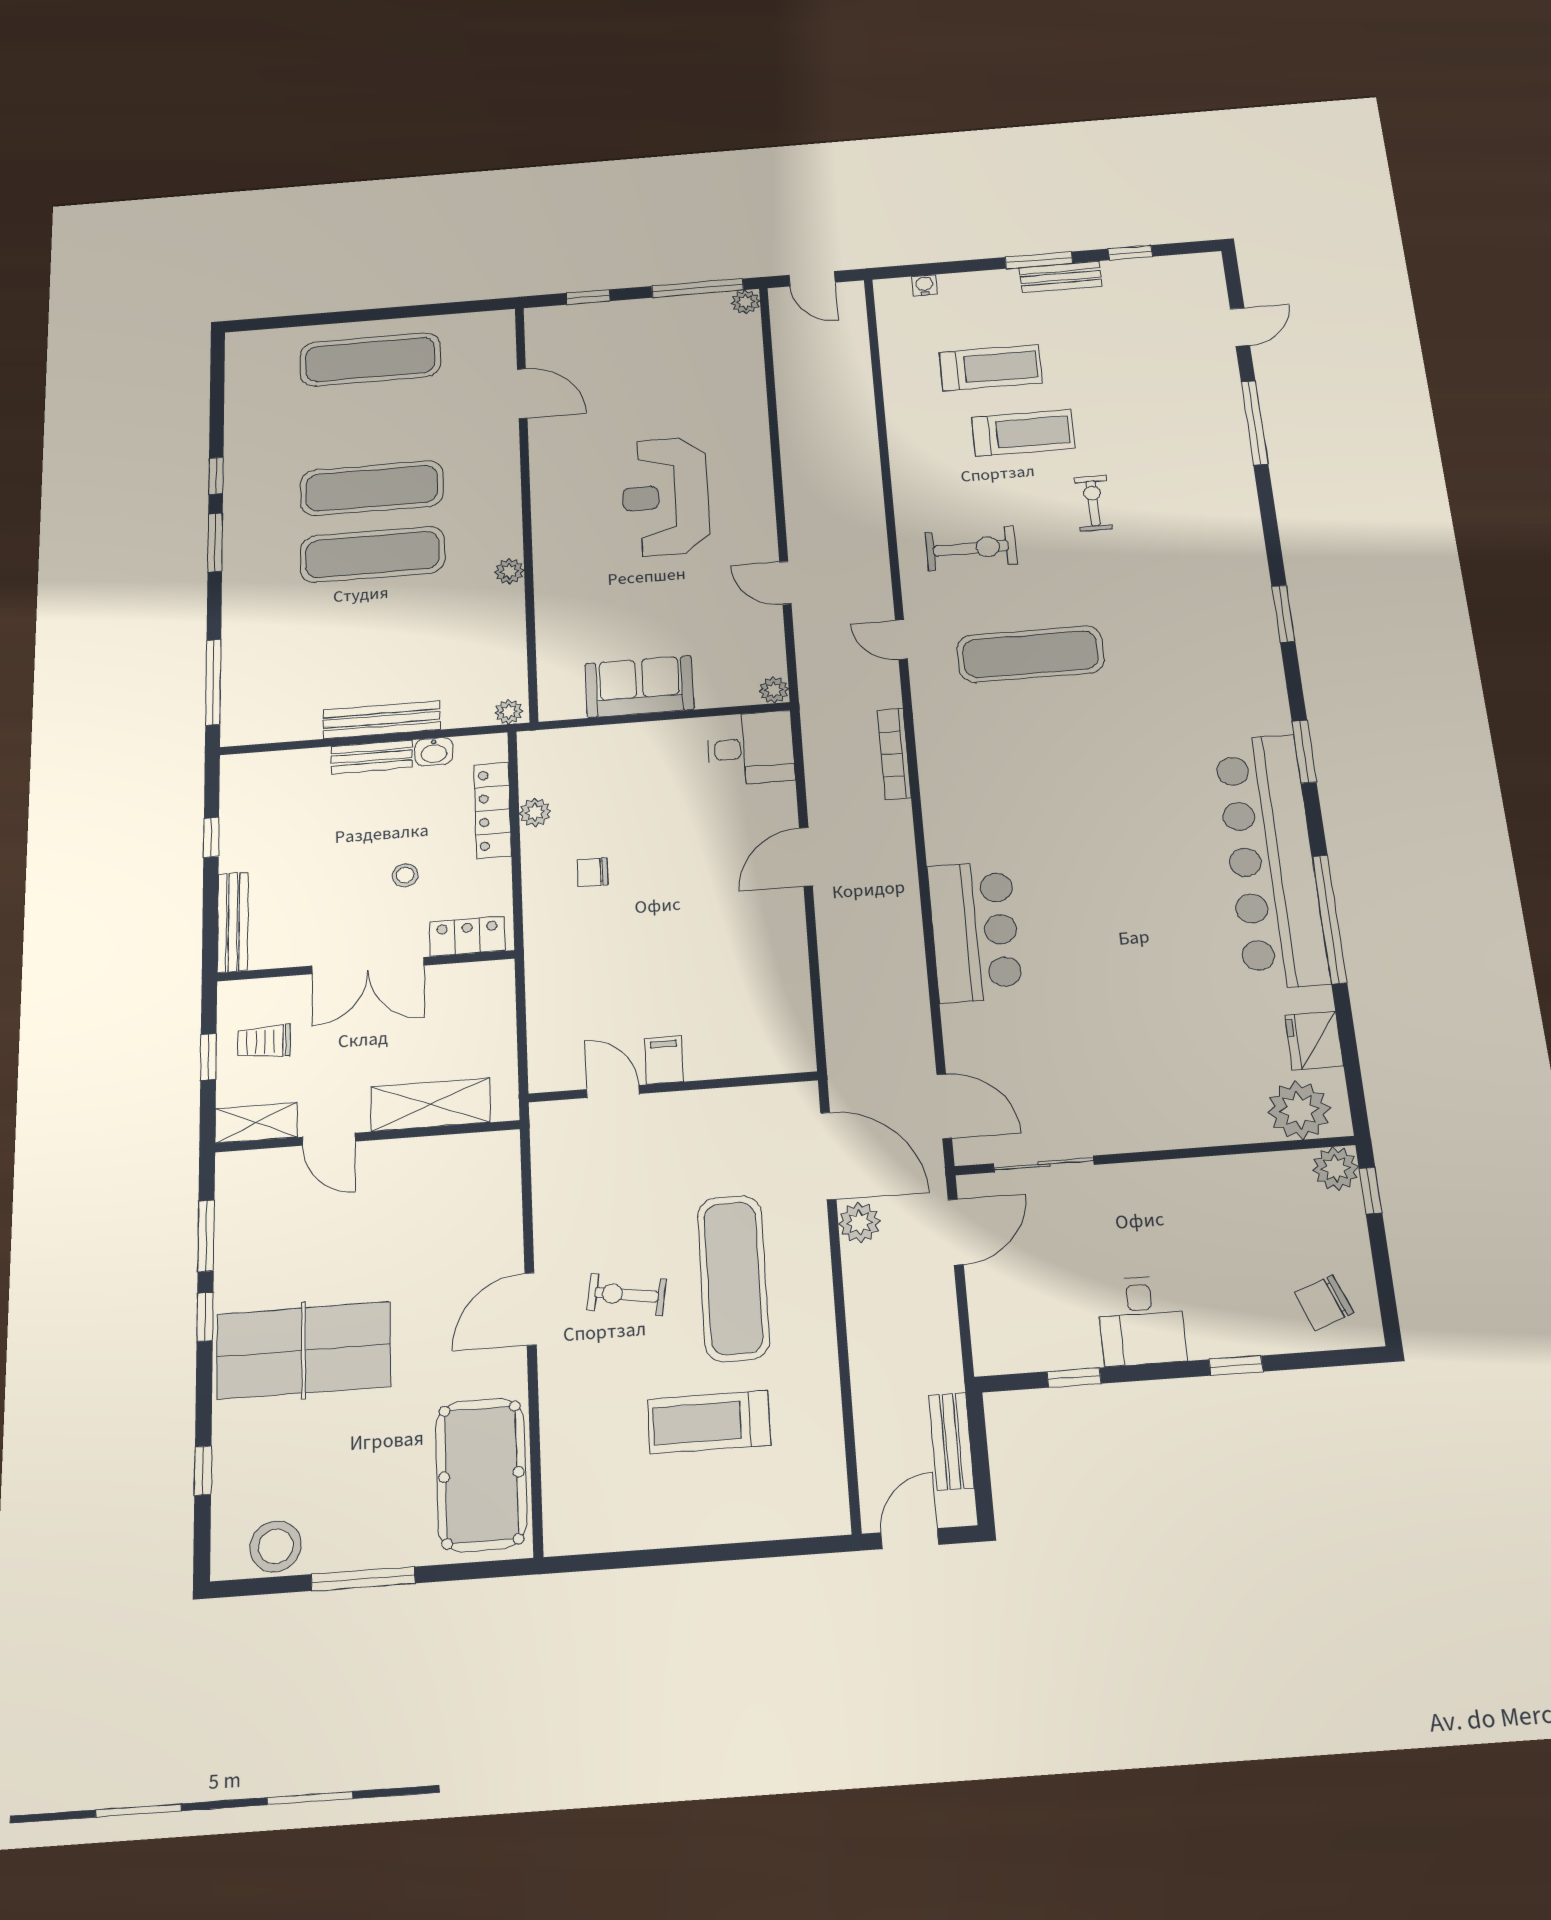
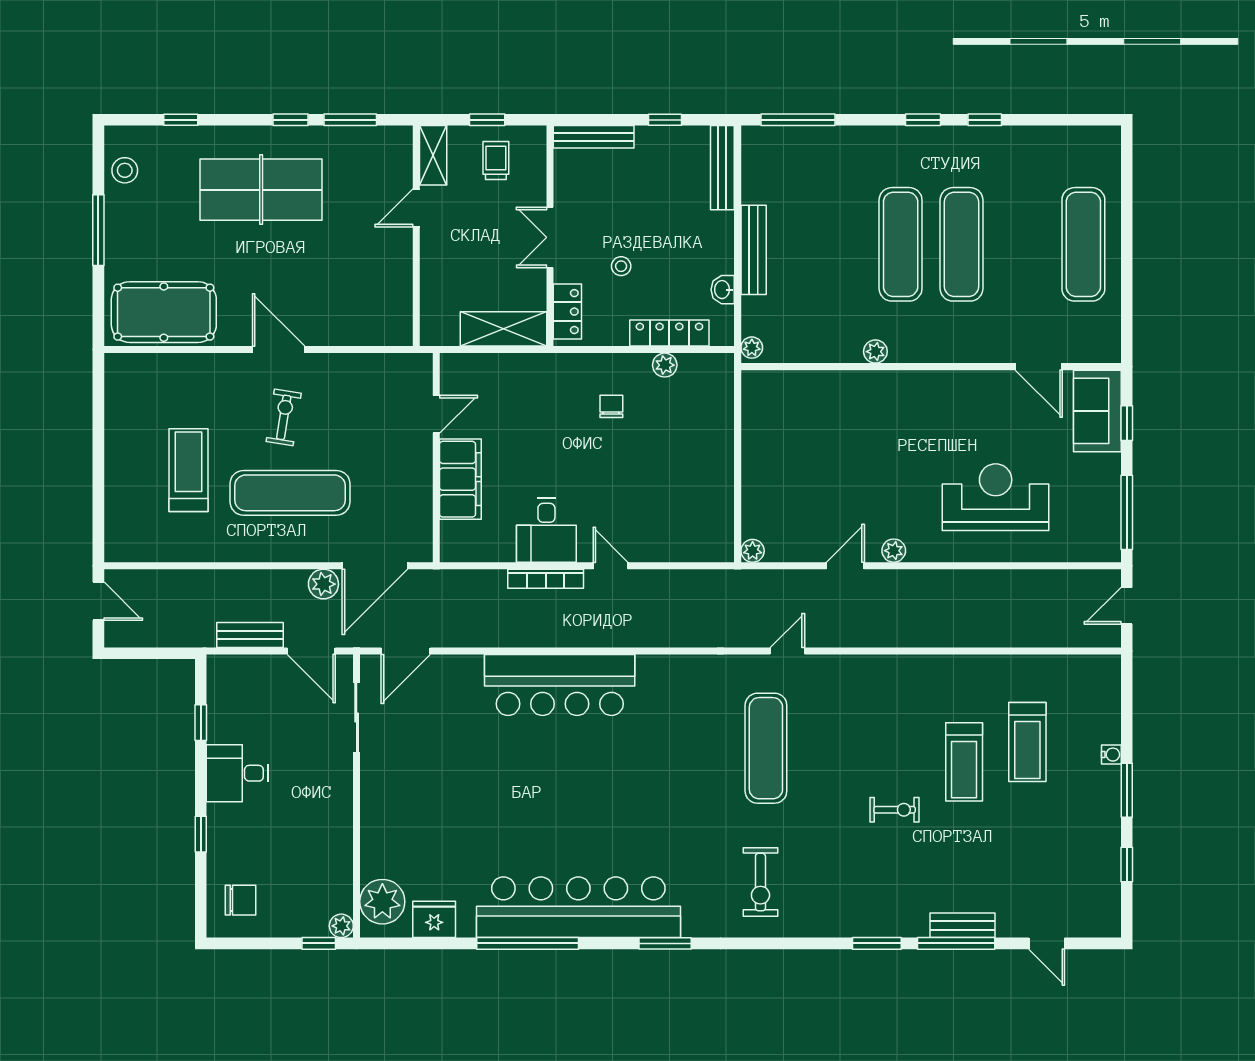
bench: (1061, 277) -> (962, 925), moved, turned 90
water cooler: (924, 285) -> (1111, 755), moved
plant: (746, 302) -> (894, 551), moved
door: (522, 394) -> (1039, 367), hinge flipped
reception desk: (665, 497) -> (996, 497), moved
window: (215, 543) -> (923, 120), width x0.67
exercise bike: (971, 548) -> (760, 882), moved
window: (1283, 614) -> (877, 943), moved
sofa: (639, 687) -> (1097, 411), moved, turned 180
desk: (751, 748) -> (546, 530), moved
bookcase: (894, 754) -> (546, 579), moved, turned 180
bench: (372, 757) -> (722, 168), moved, width x1.36
door: (806, 857) -> (611, 566), width x0.73
bar counter: (975, 931) -> (560, 685), width x1.36
double door: (368, 966) -> (550, 237), width x0.73
filing cabinet: (664, 1060) -> (460, 479), width x3.00, depth x1.17
shelving: (431, 1105) -> (503, 329), moved, turned 90
plant: (1336, 1169) -> (341, 926), width x0.73, depth x0.73
chair: (1324, 1303) -> (240, 900), turned 111
table tennis table: (304, 1350) -> (261, 190), turned 90
bench: (951, 1441) -> (250, 635), moved
stool: (276, 1546) -> (125, 170), width x0.73, depth x0.73

